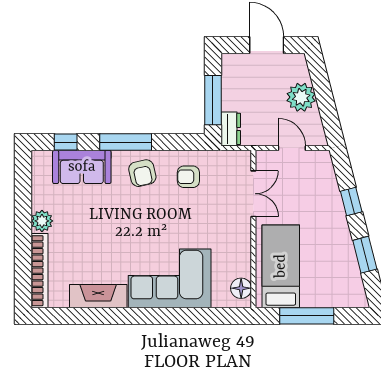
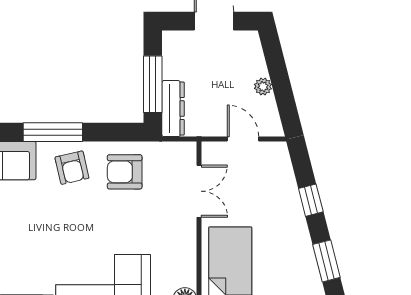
plant: (301, 97) -> (263, 87), width x0.53, depth x0.53
dresser: (231, 129) -> (173, 109), width x1.44
armchair: (188, 177) -> (125, 172), width x1.38, depth x1.38

